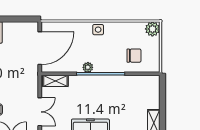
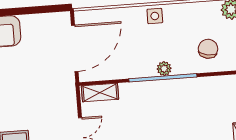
chair: (134, 56) -> (208, 49), turned -79
plant: (88, 67) -> (164, 69), moved

